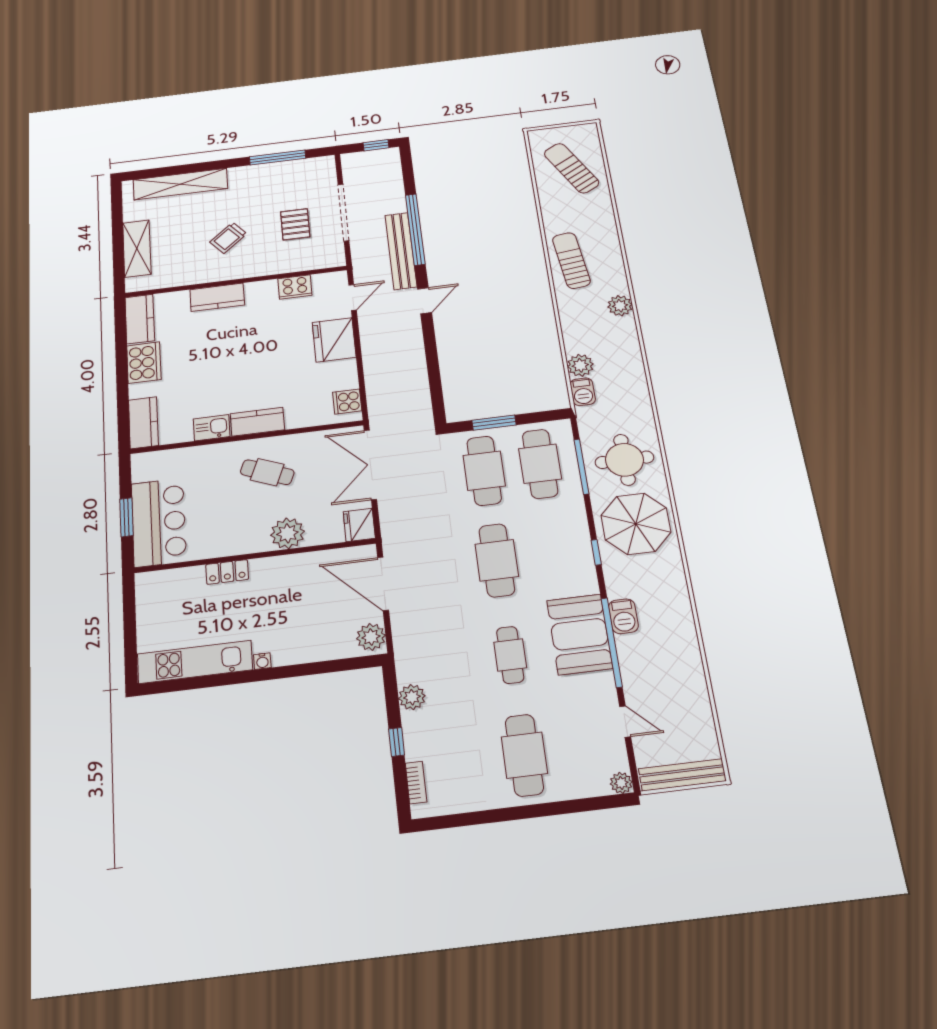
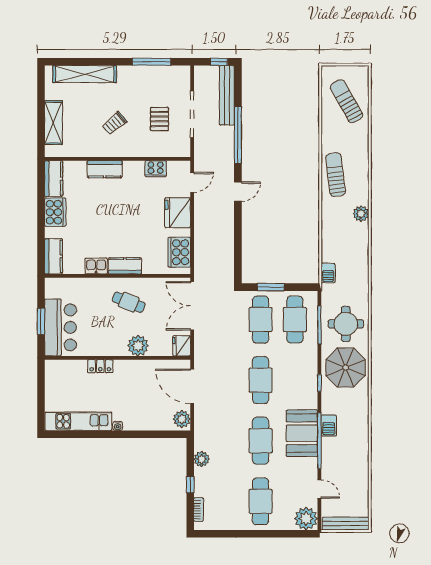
bench: (401, 251) -> (227, 95), moved
plant: (580, 365) -> (329, 254), removed
cooker: (347, 402) -> (179, 252), width x1.87, depth x1.31
cafe table: (510, 655) -> (261, 441), width x1.37, depth x1.35
plant: (621, 783) -> (306, 519), width x1.87, depth x1.87

